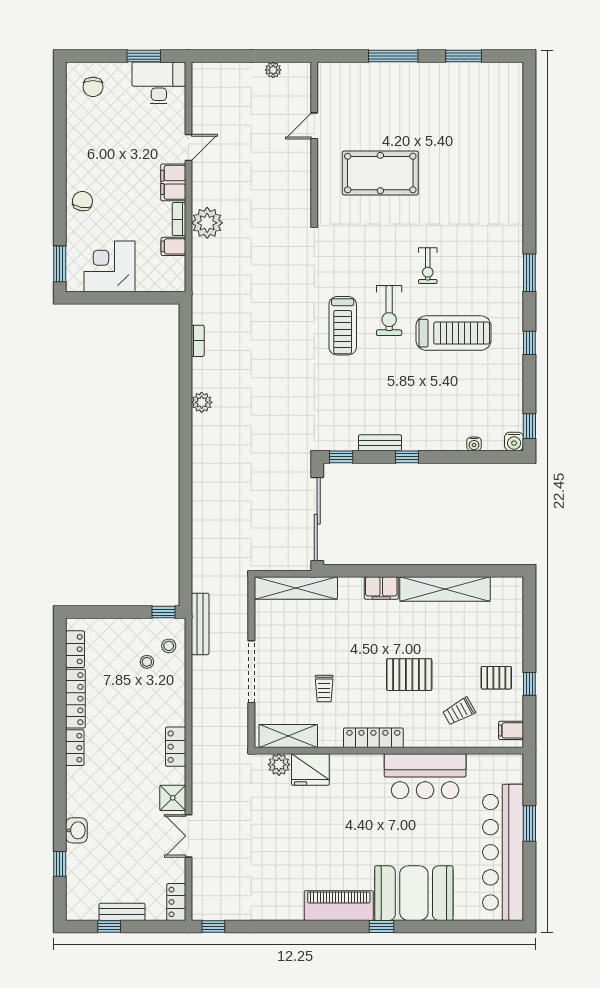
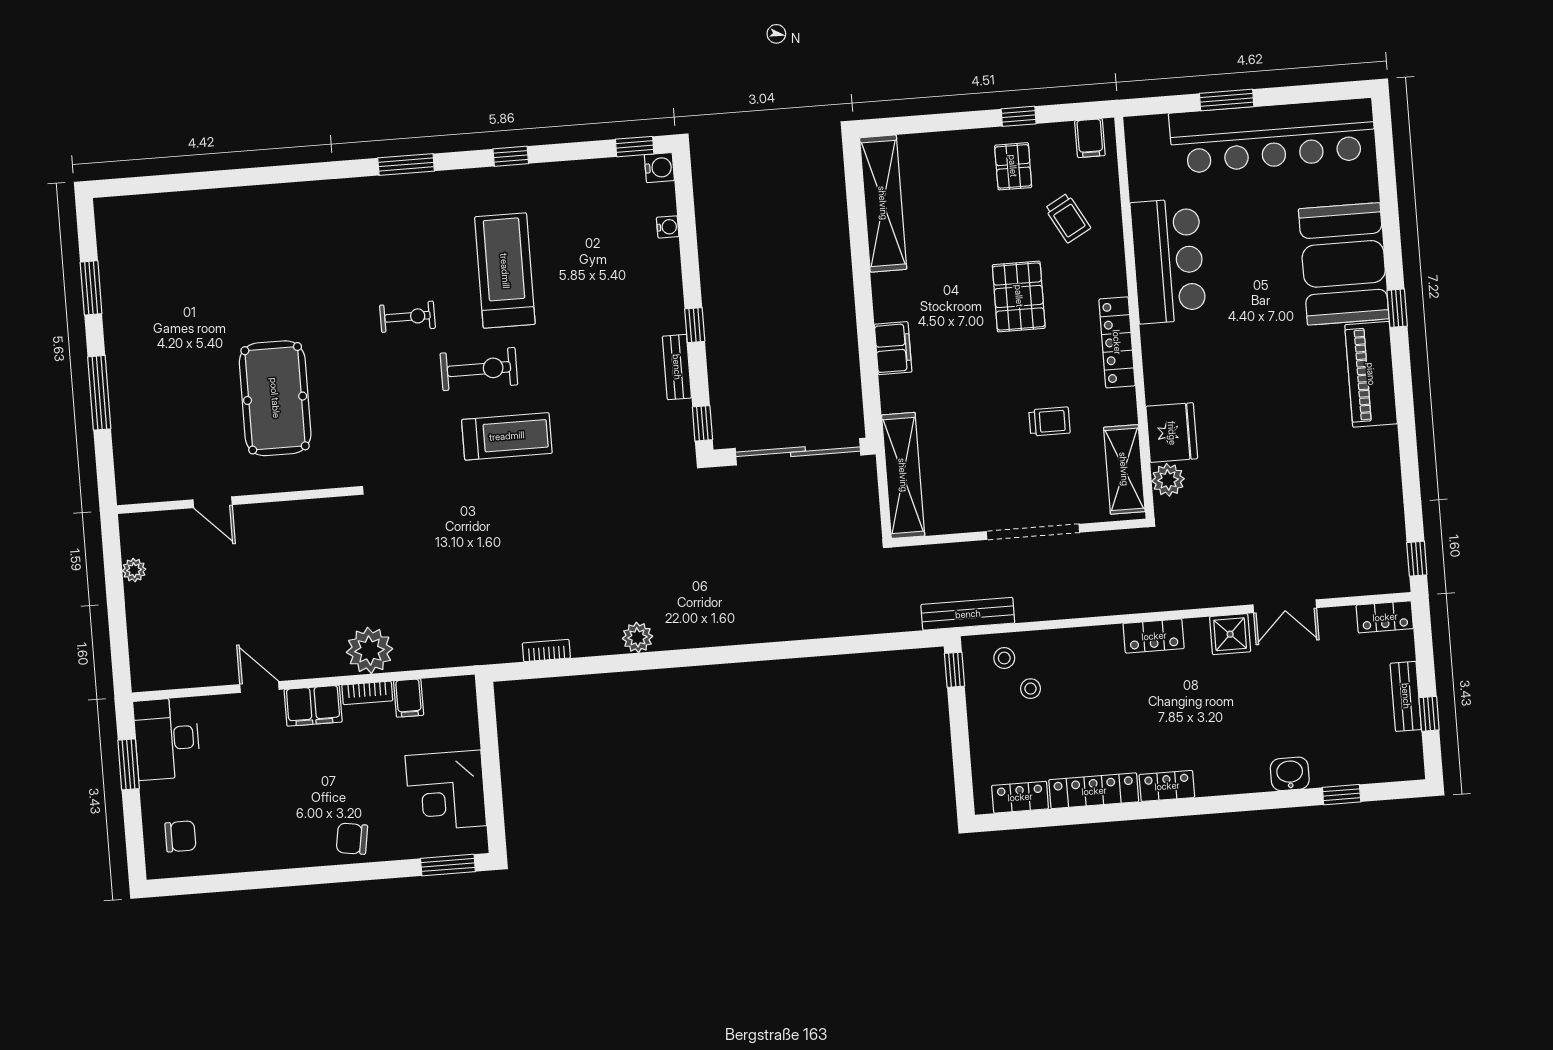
shelving: (445, 589) -> (883, 203), moved

